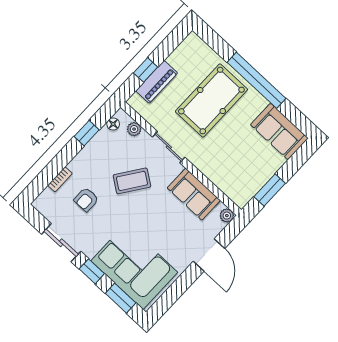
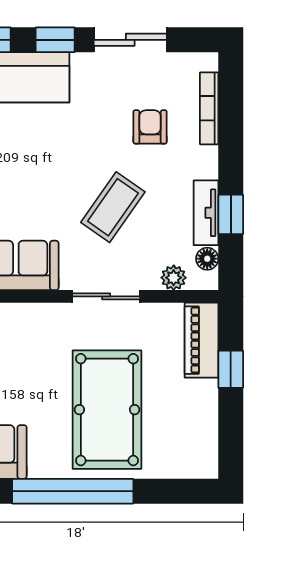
piano: (157, 82) -> (202, 340), moved
tv unit: (96, 143) -> (206, 213), added
bookcase: (60, 179) -> (209, 108), width x1.56

